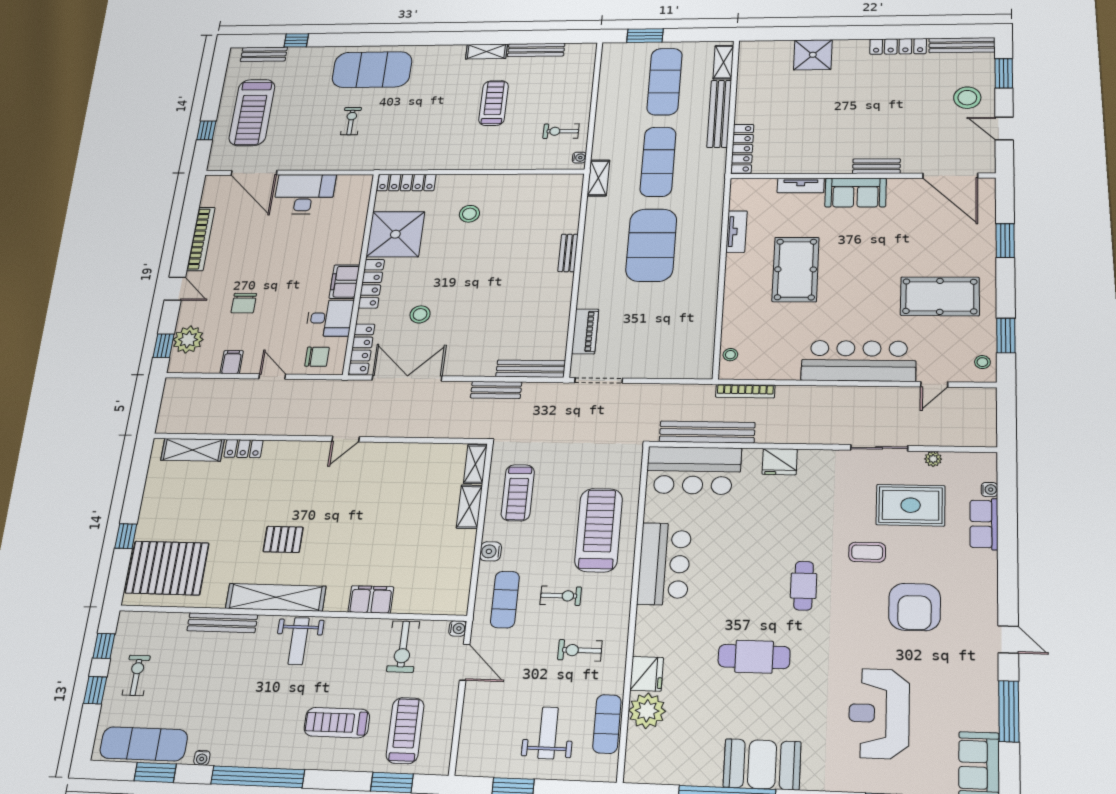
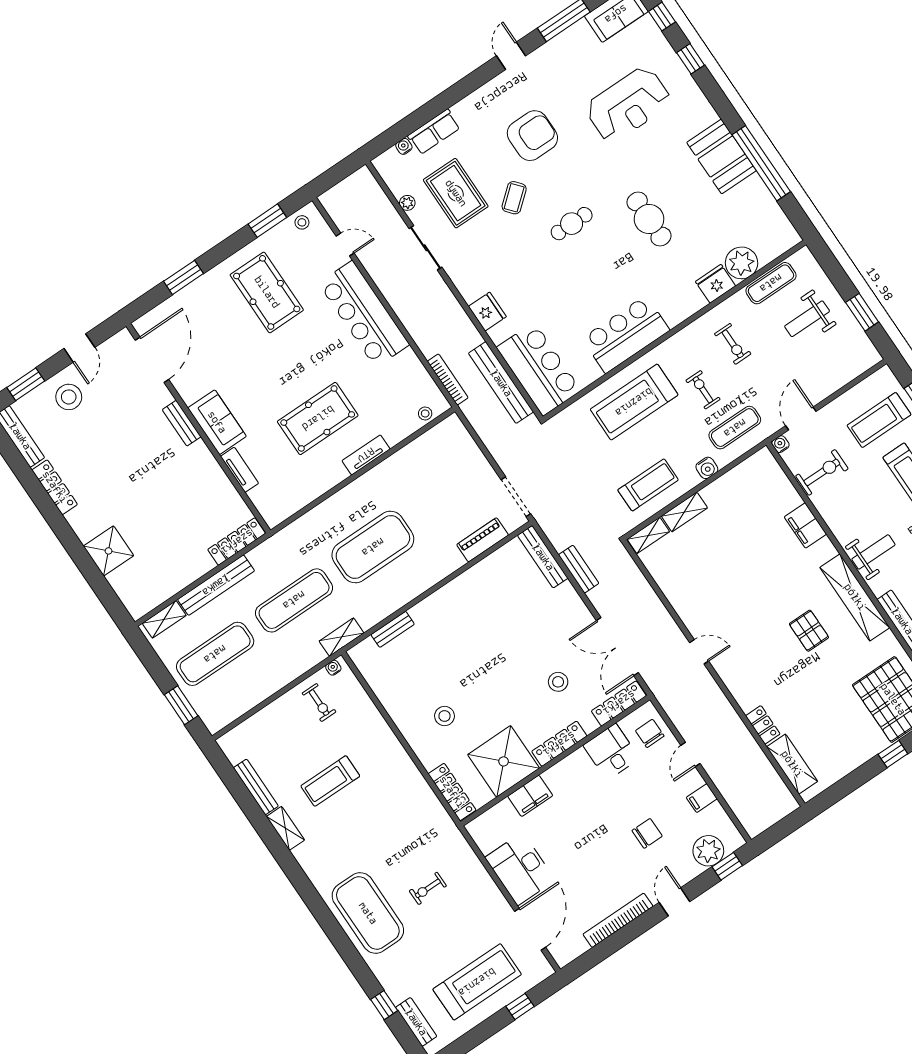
tv unit: (736, 232) -> (366, 455), moved
bench: (568, 253) -> (393, 629), moved
filing cabinet: (344, 282) -> (530, 796), moved
coffee table: (867, 552) -> (514, 198), turned 50

